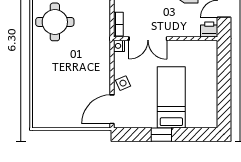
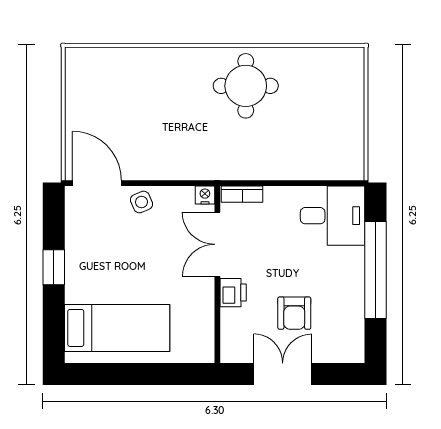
printer: (209, 29) -> (233, 293), moved
bed: (171, 97) -> (117, 328), moved

